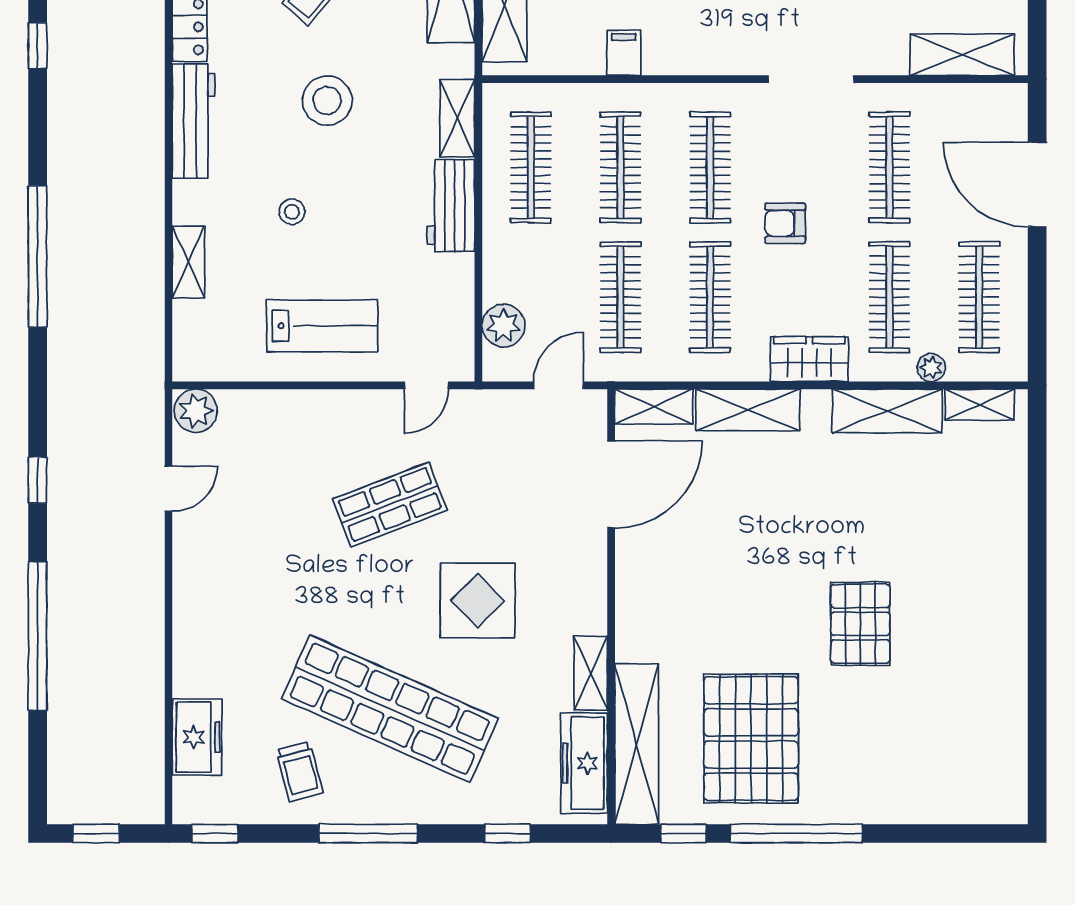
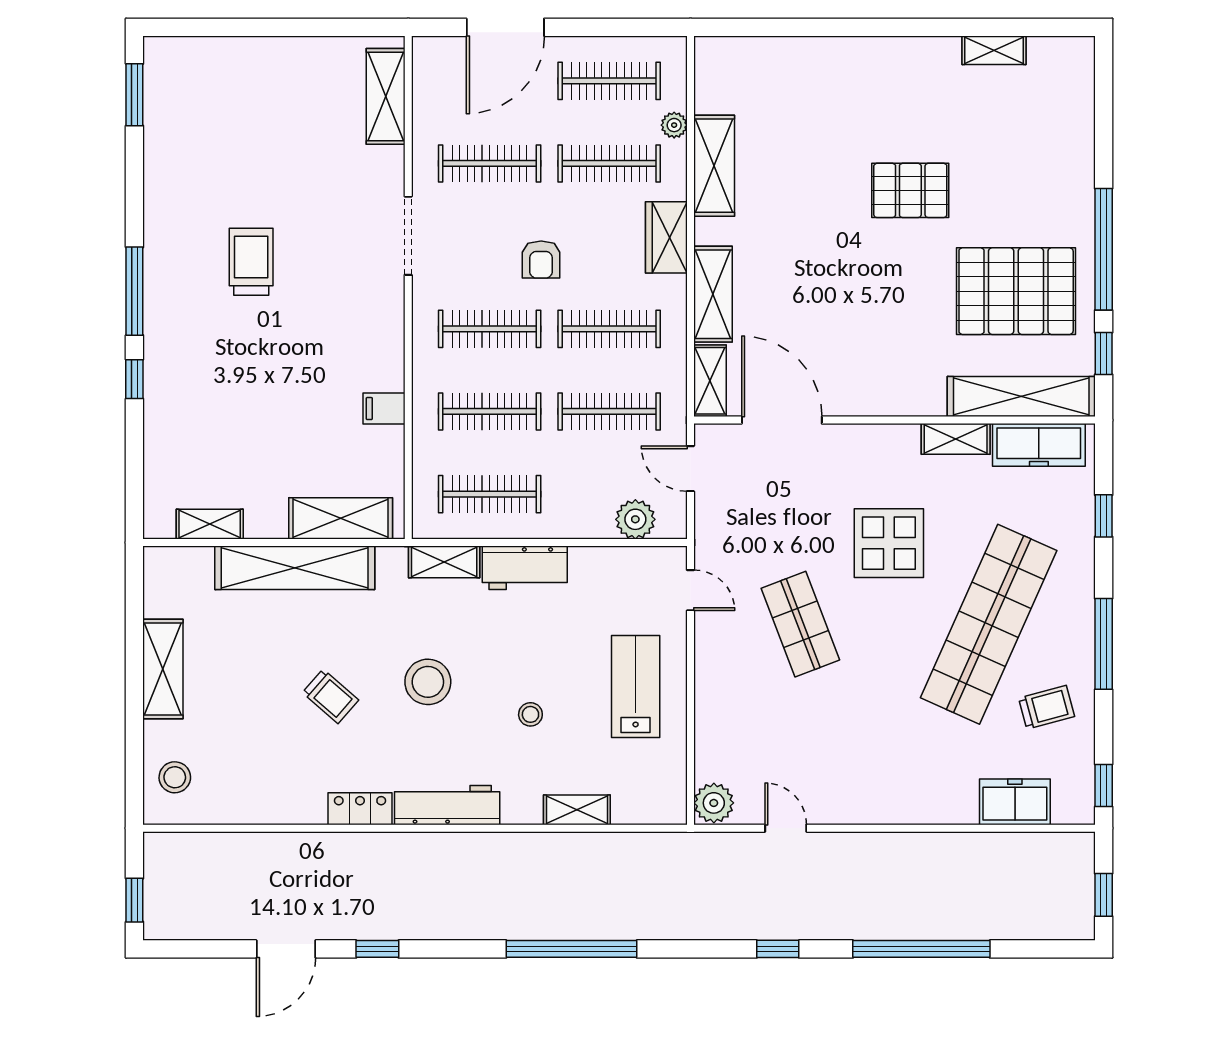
shelving: (980, 405) -> (994, 50), moved, turned 90

